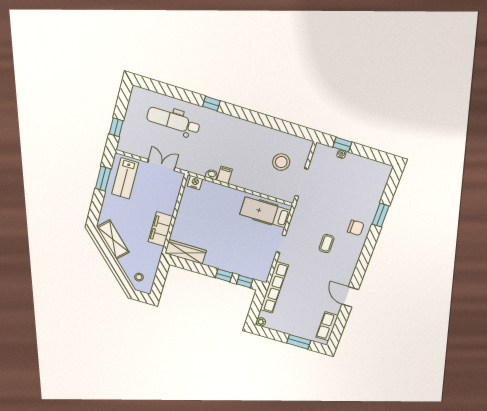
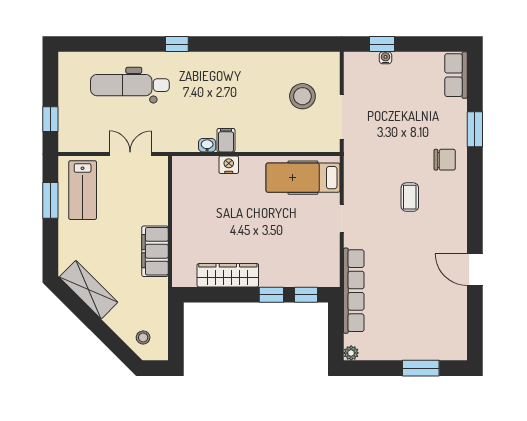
nightstand: (195, 182) -> (229, 165), moved
wardrobe: (186, 252) -> (228, 275), moved
row of seats: (327, 326) -> (456, 75), moved

